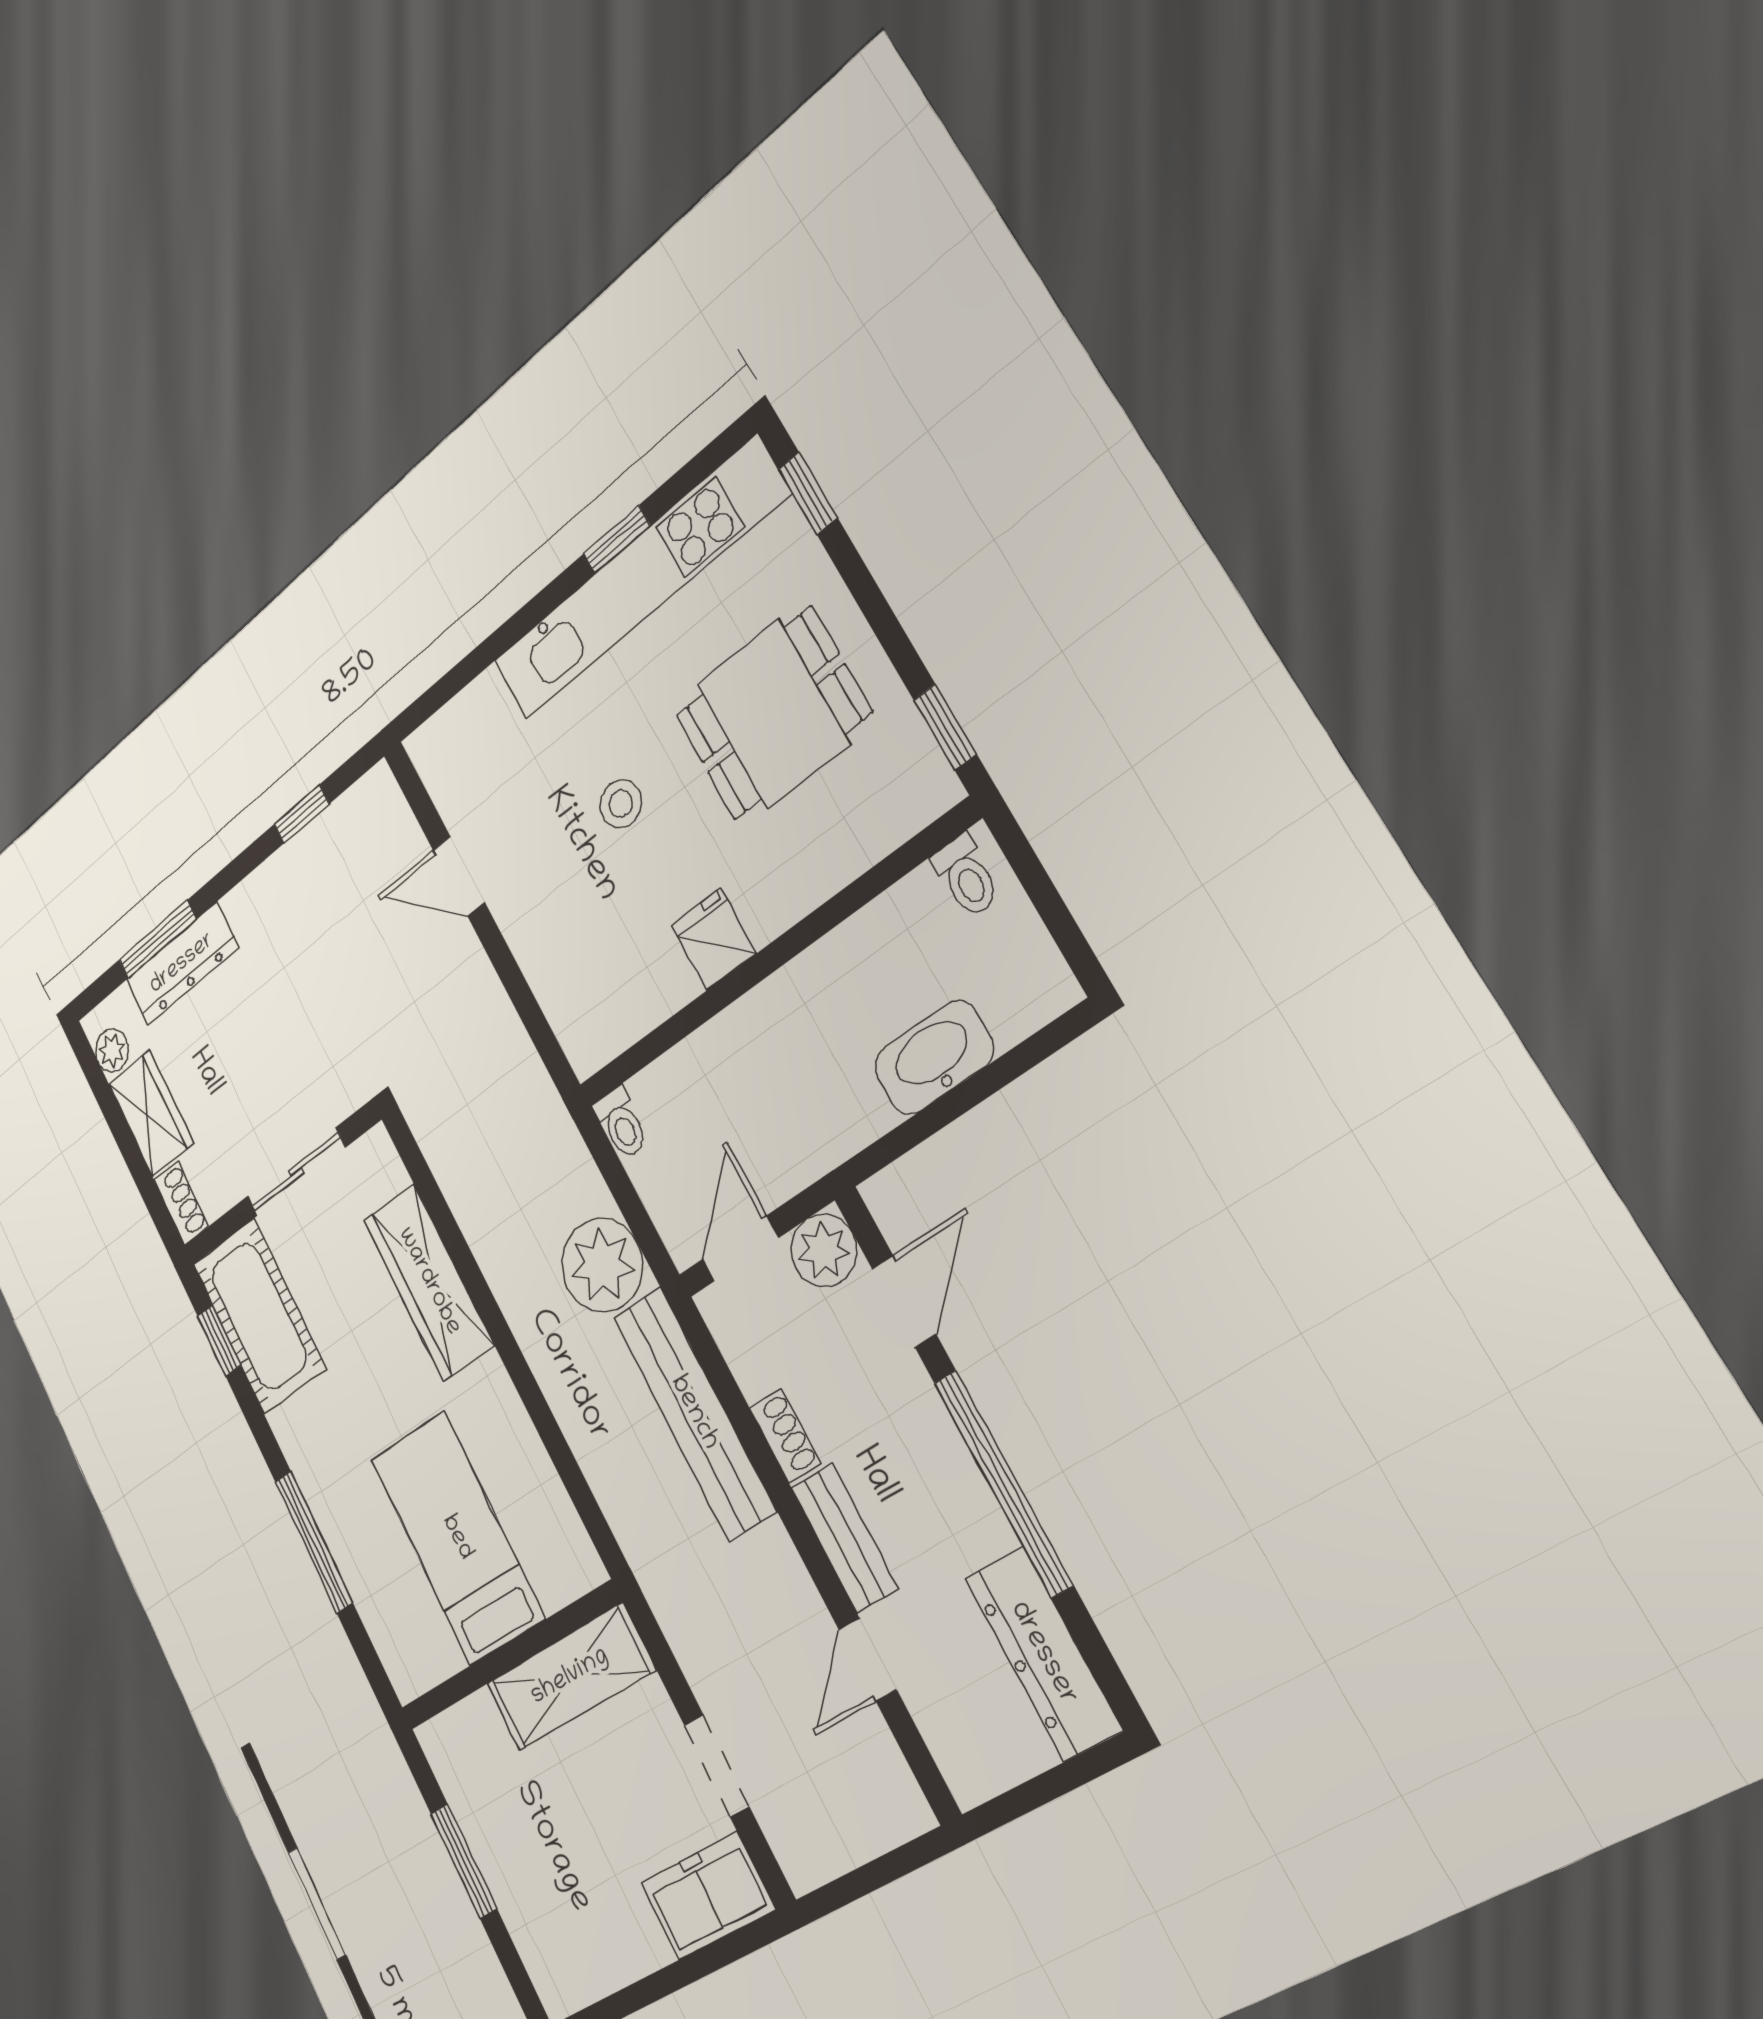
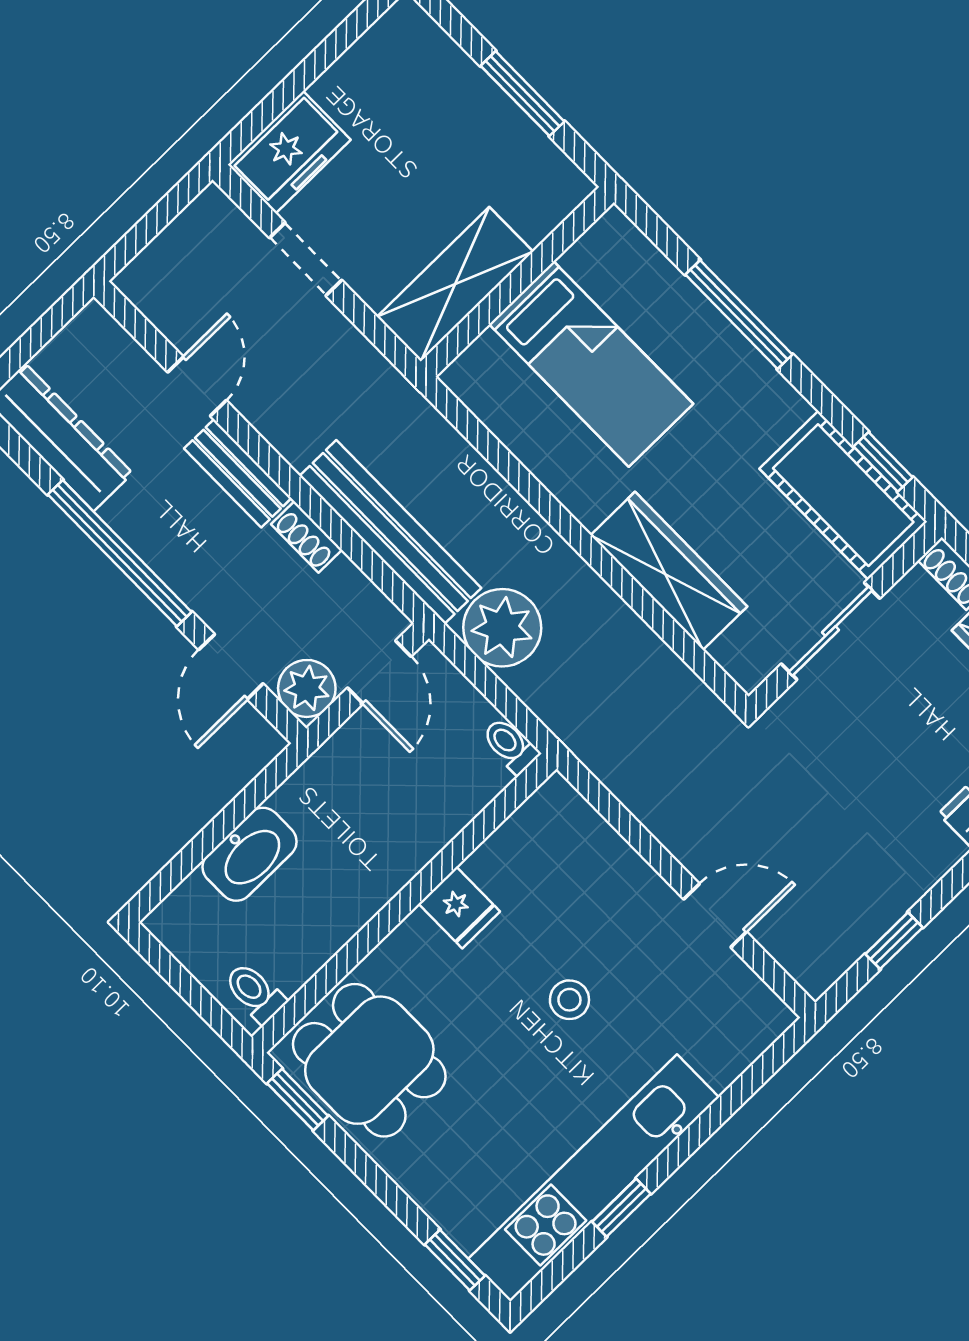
dining table: (773, 714) -> (369, 1060), moved, turned 90

